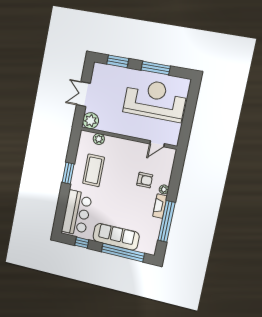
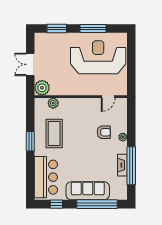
fireplace: (160, 206) -> (122, 165), moved

